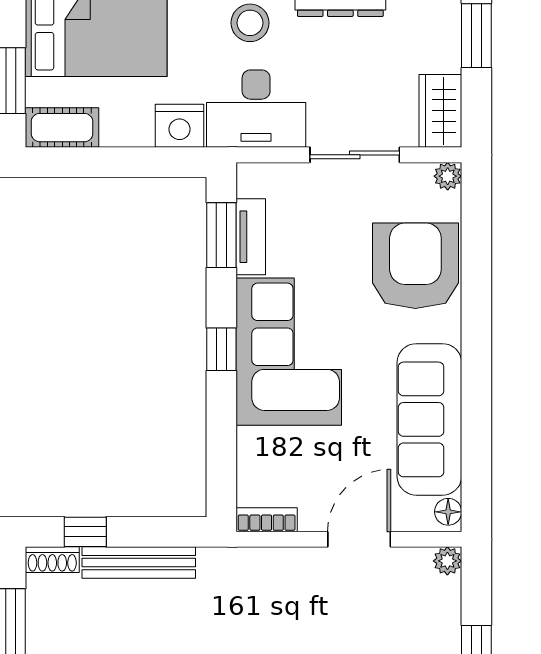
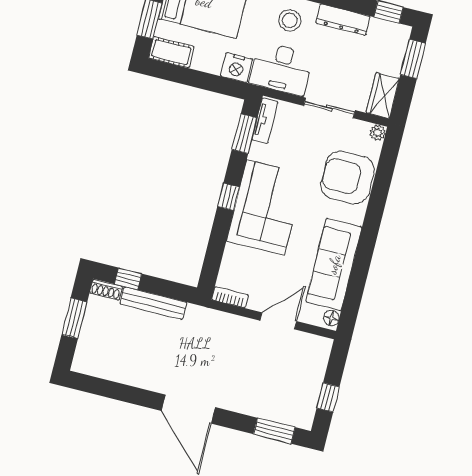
tv unit: (251, 237) -> (265, 121), moved
armchair: (415, 266) -> (347, 178), turned -90
plant: (447, 561) -> (324, 345), removed

